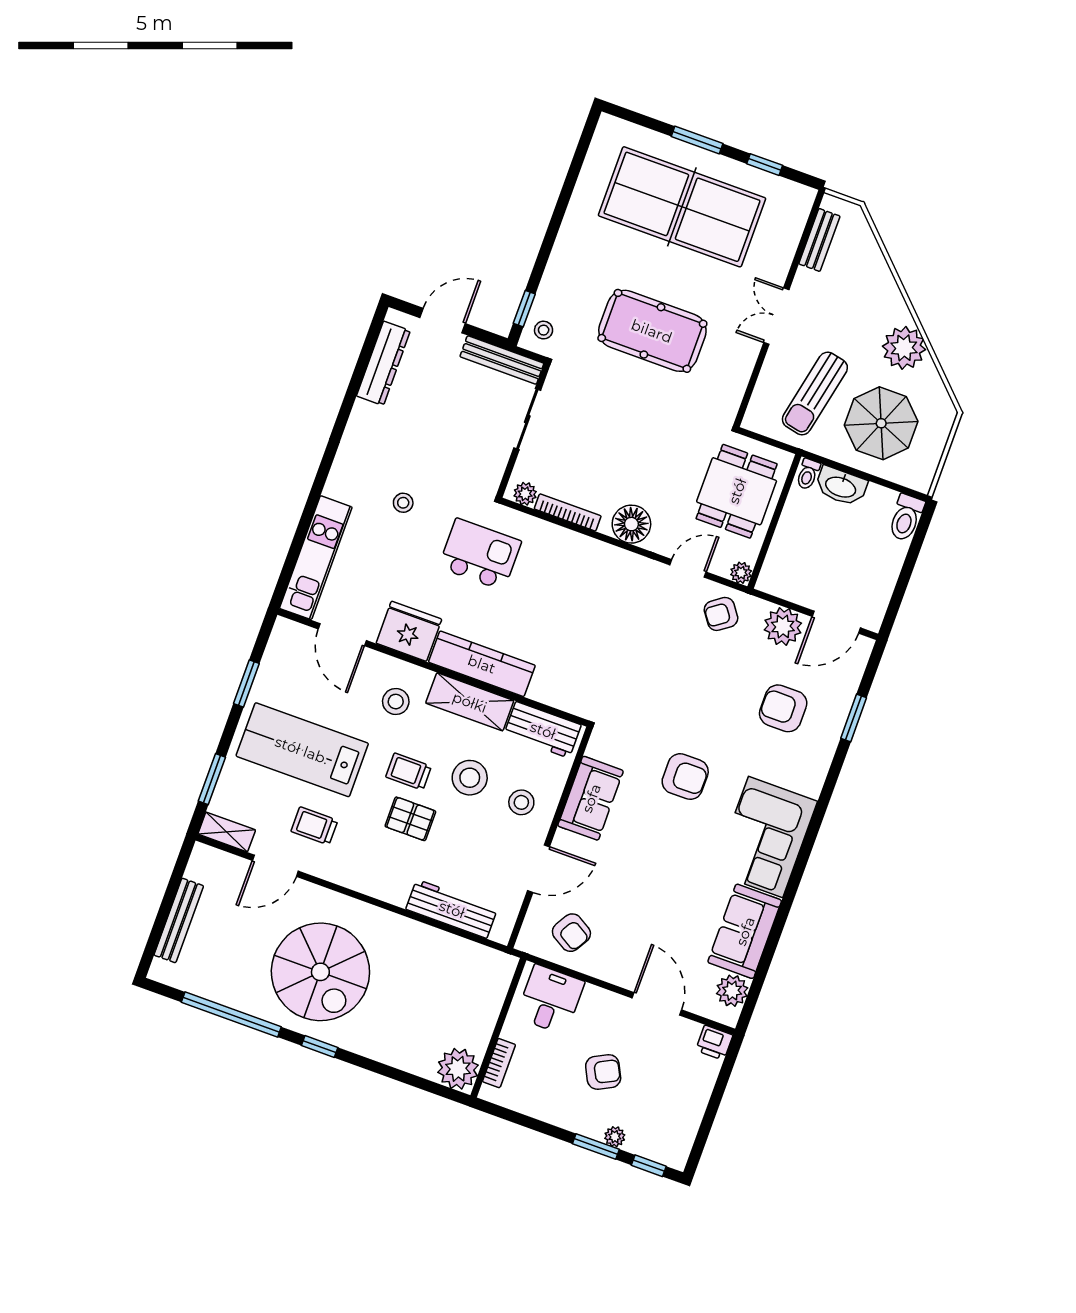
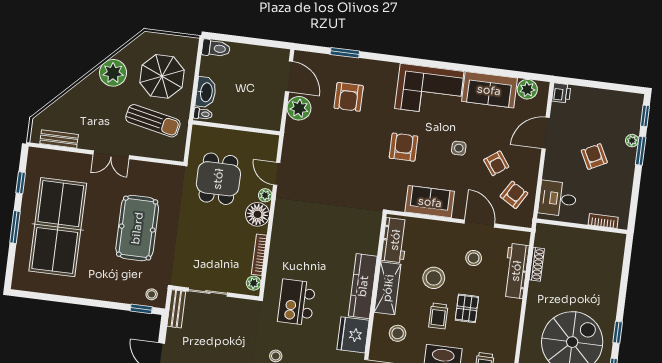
bench: (502, 360) -> (176, 309), width x0.73
dining table: (737, 491) -> (218, 179), moved, turned 90
plant: (741, 573) -> (265, 195), moved
armchair: (721, 614) -> (496, 163), moved
stool: (521, 802) -> (474, 258), moved
side table: (664, 863) -> (459, 148), added
shoe rack: (455, 944) -> (537, 264), added
plant: (458, 1069) -> (612, 245), removed

